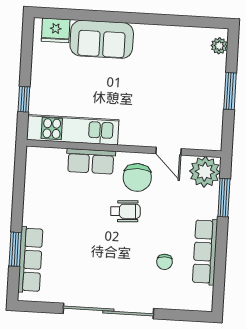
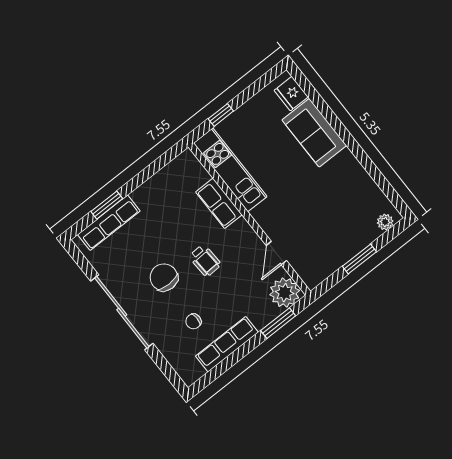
chair: (137, 177) -> (164, 277), moved, turned 90

